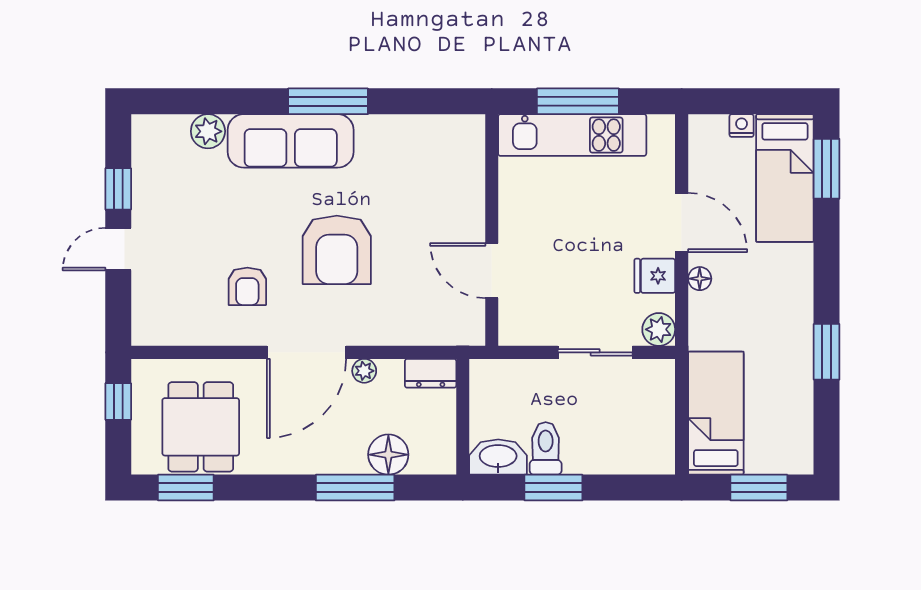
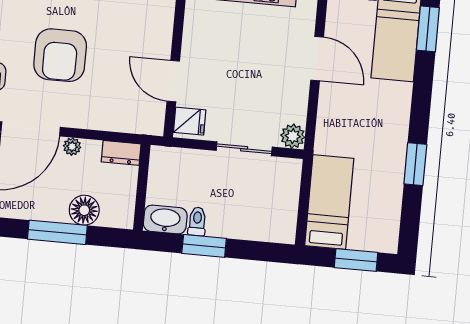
fridge: (655, 276) -> (190, 121), moved, turned 180
floor lamp: (700, 279) -> (327, 101), removed
toilet: (546, 448) -> (197, 221), width x0.73, depth x0.72

